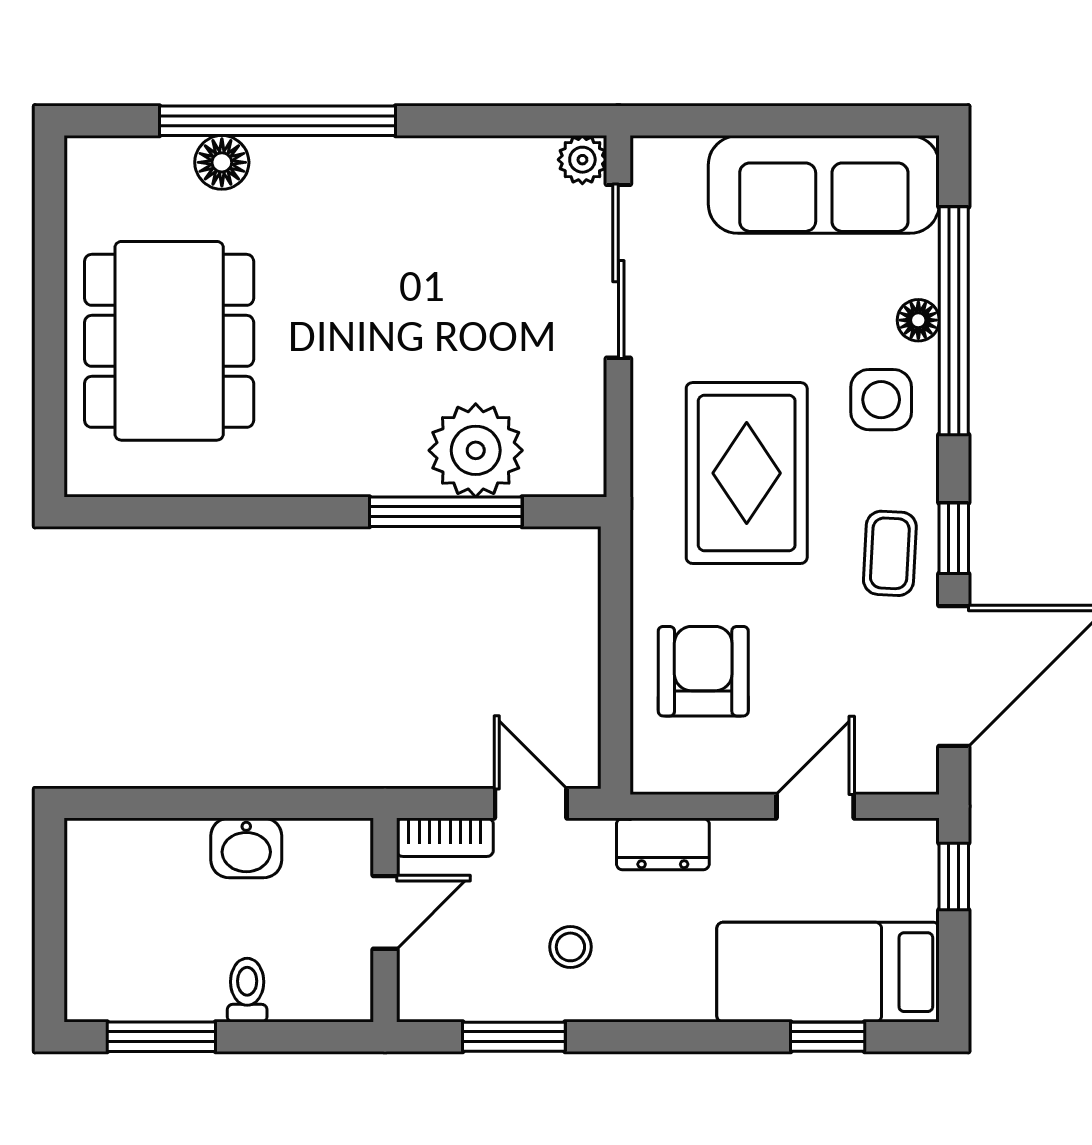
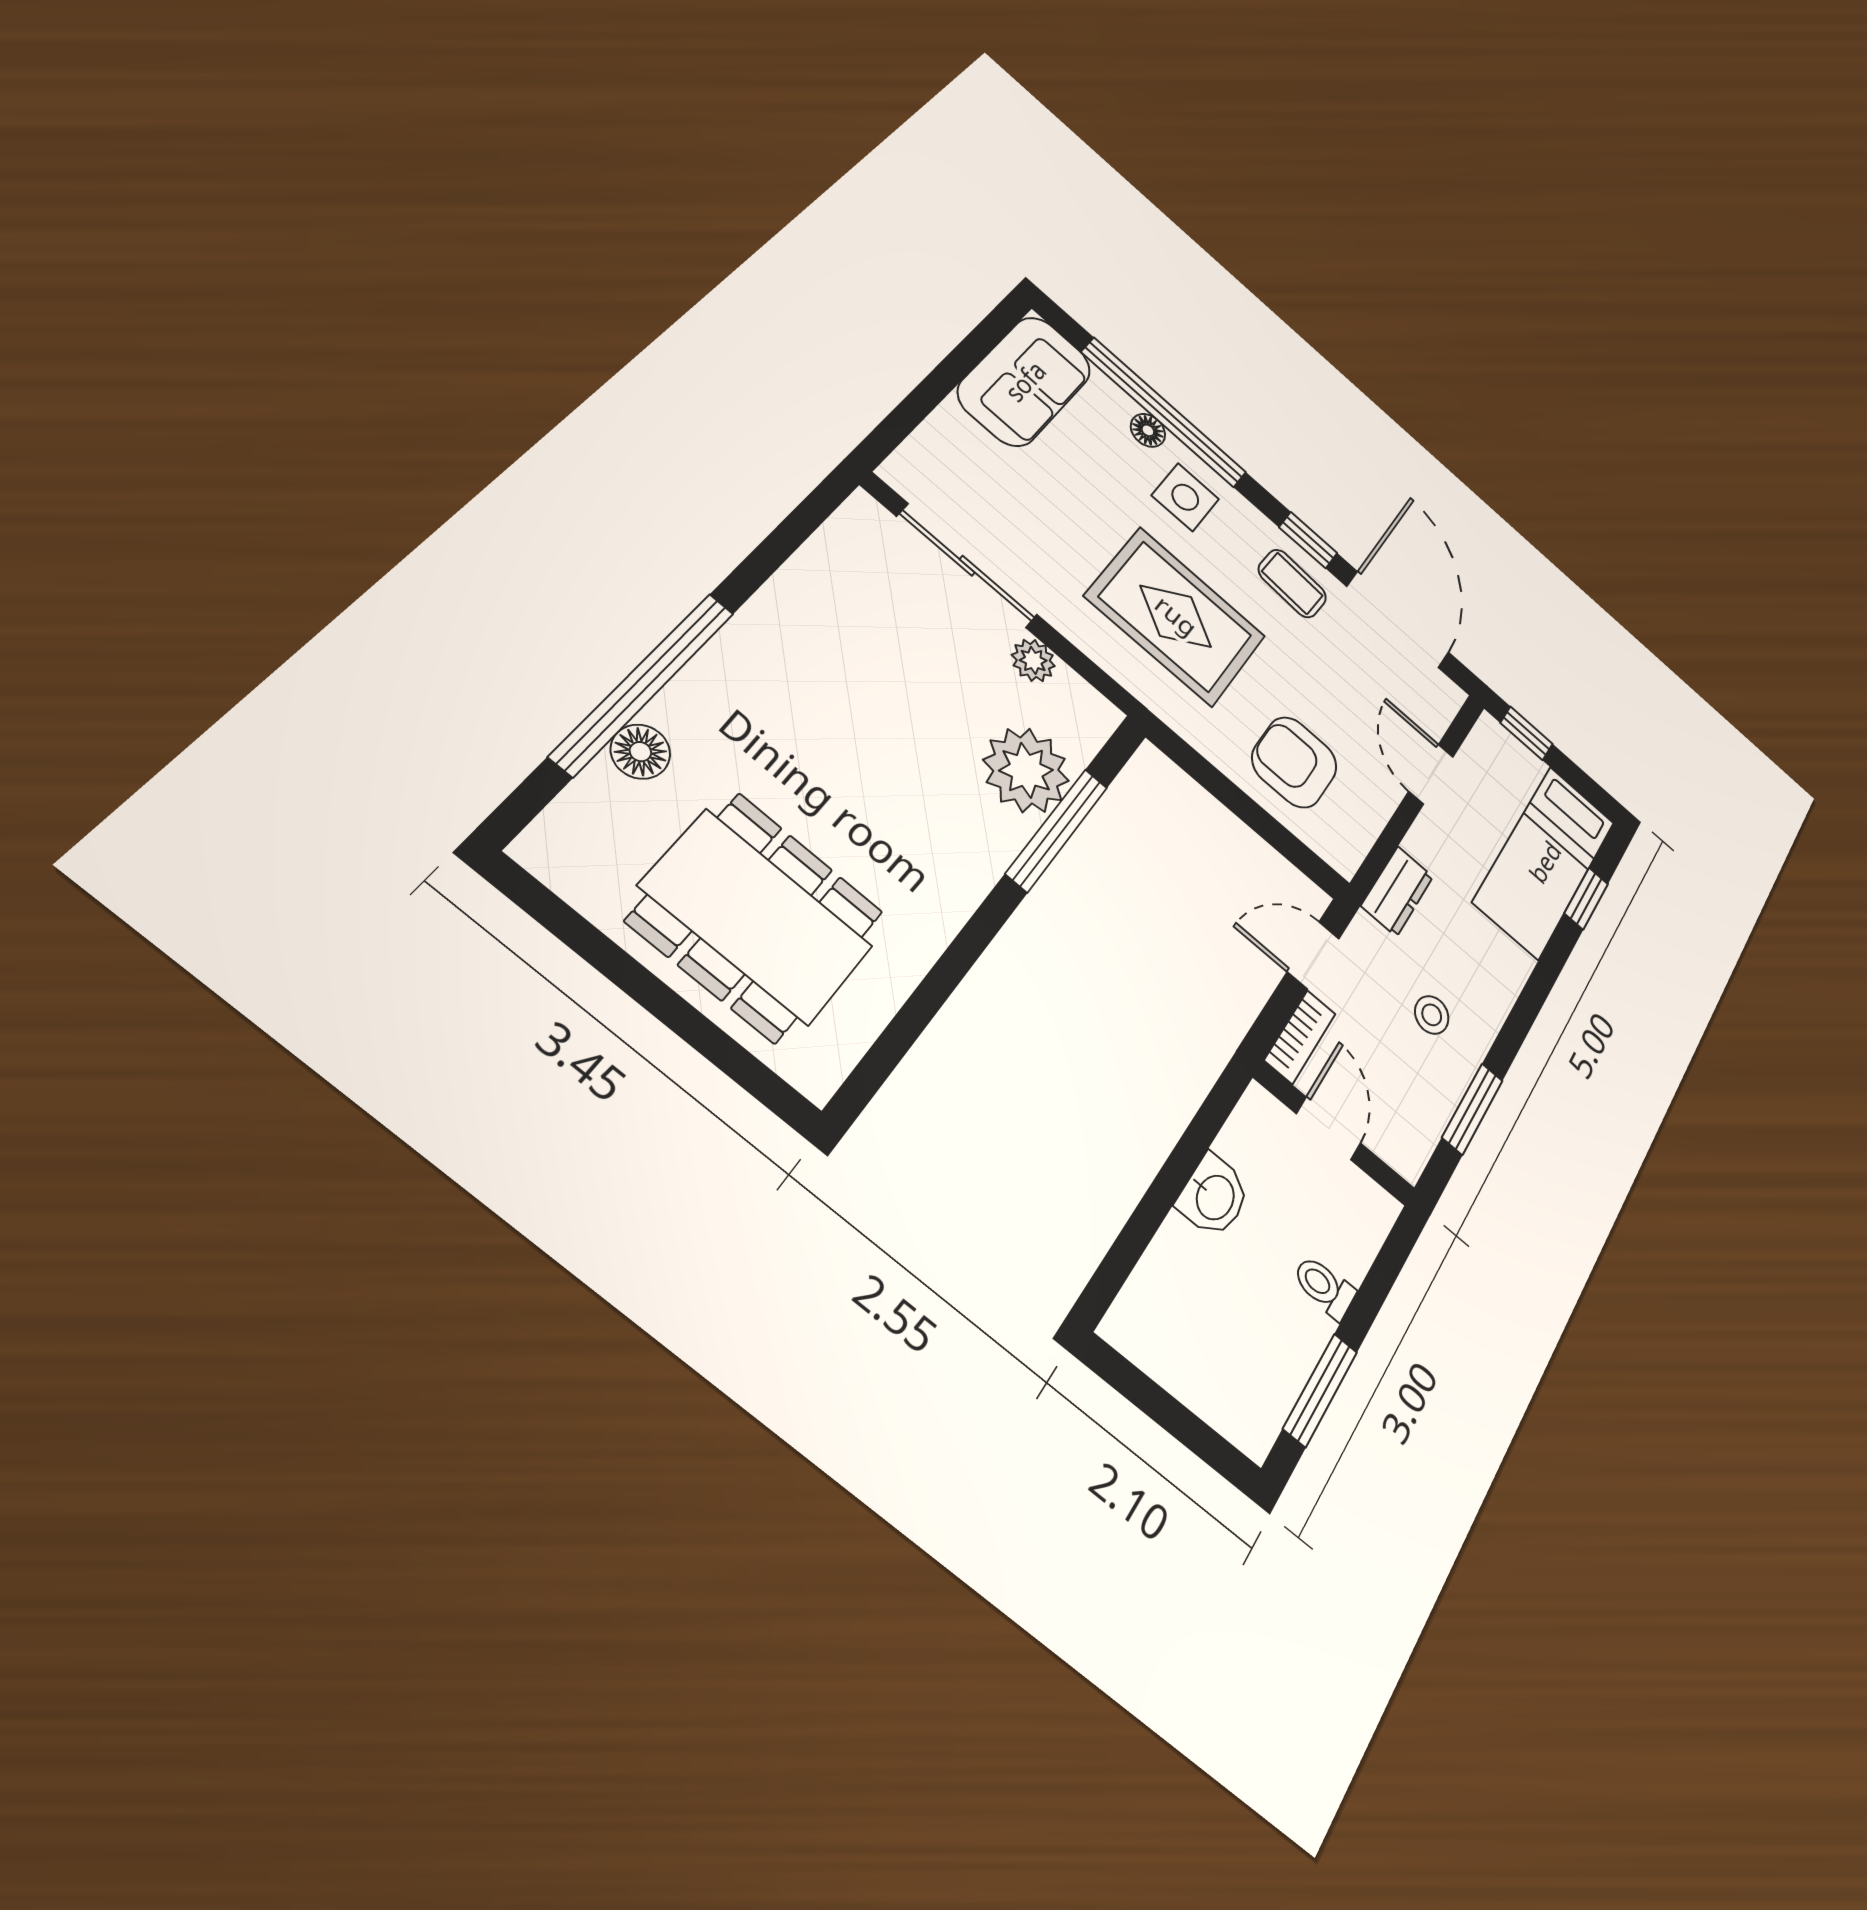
plant: (582, 160) -> (1033, 660), moved
sofa: (824, 184) -> (1025, 381), width x0.73

